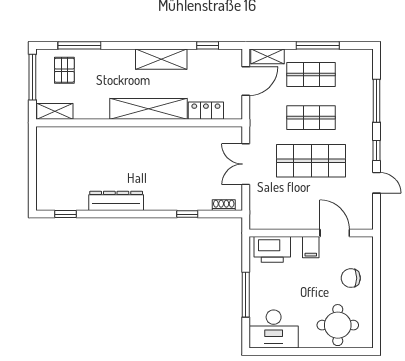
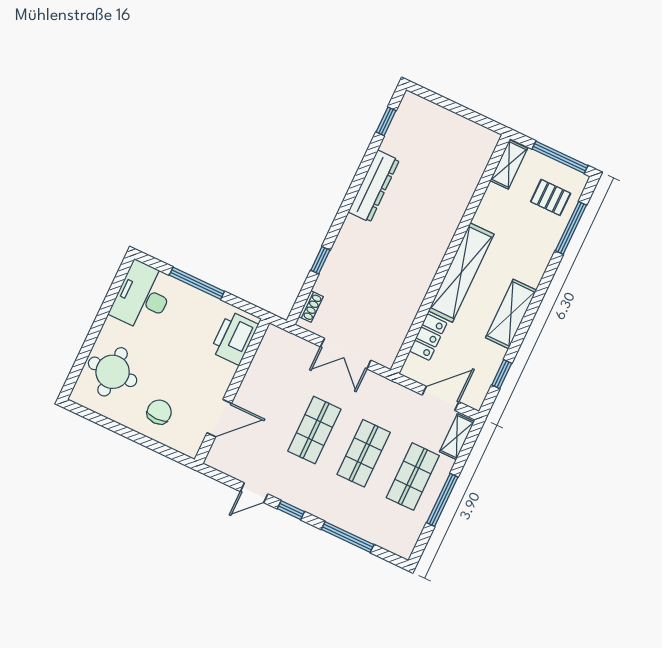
door: (246, 81) -> (440, 398), swing flipped
shop shelf: (311, 161) -> (314, 430), width x0.70, depth x0.74
double door: (246, 164) -> (346, 354), swing flipped
filing cabinet: (311, 247) -> (216, 383), removed

